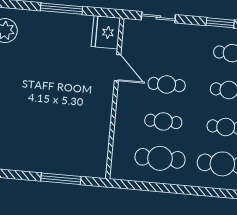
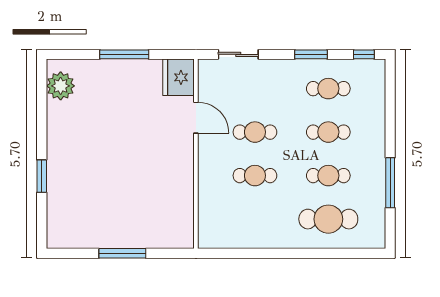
cafe table: (160, 158) -> (255, 219), removed
window: (61, 179) -> (122, 253), moved

